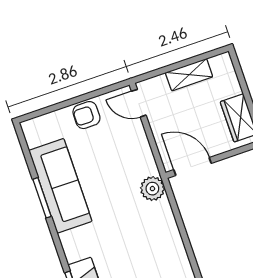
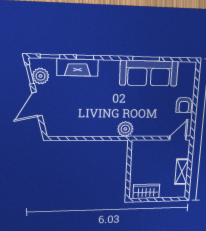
armchair: (86, 115) -> (184, 105), turned 180
door: (193, 166) -> (129, 157), removed

